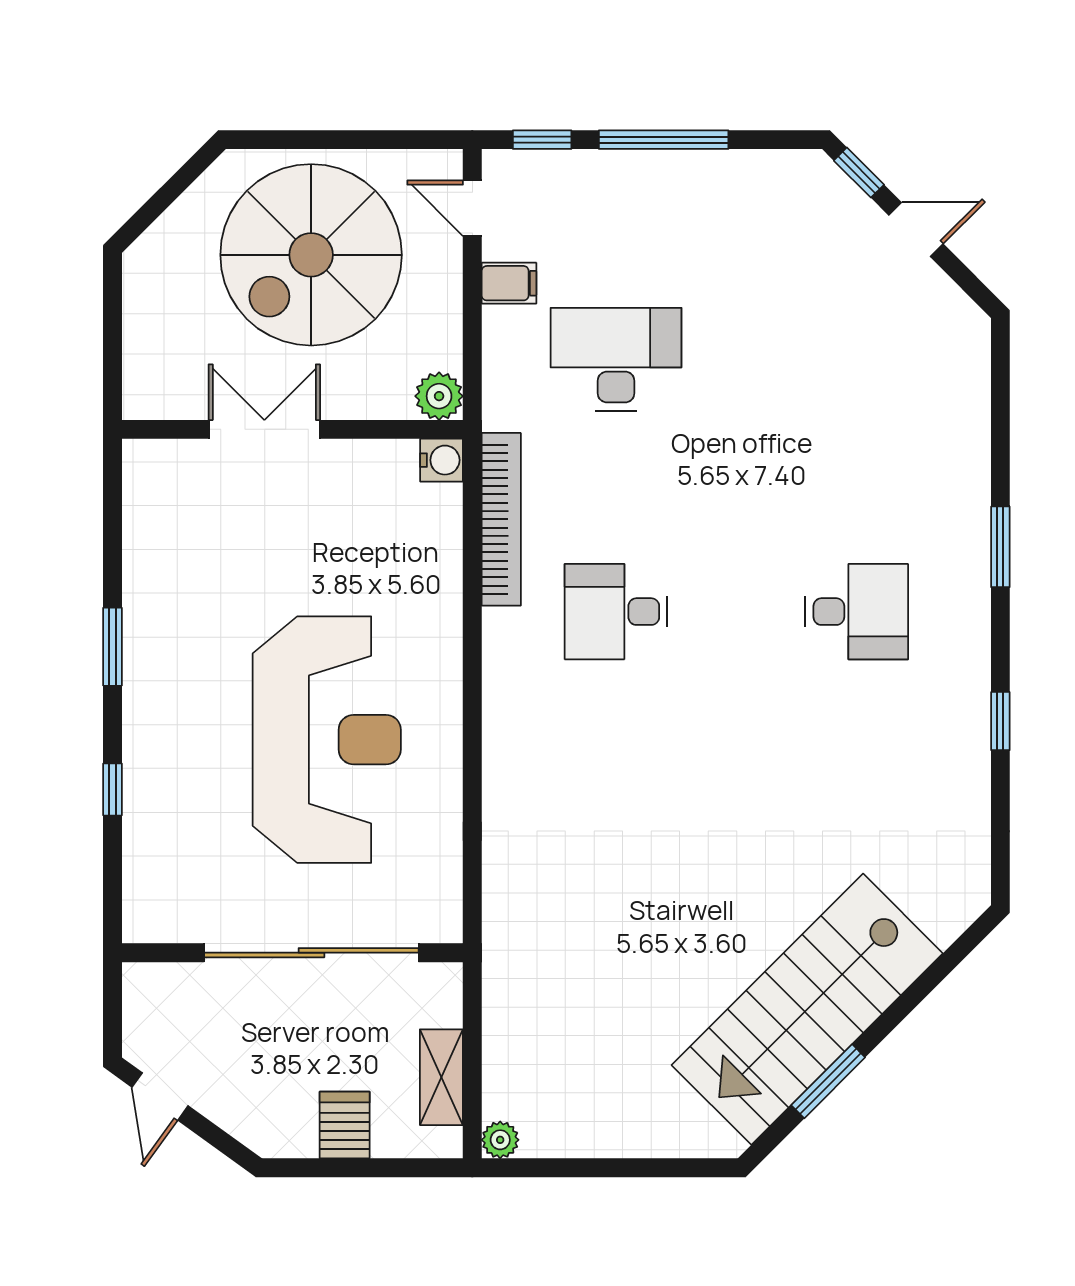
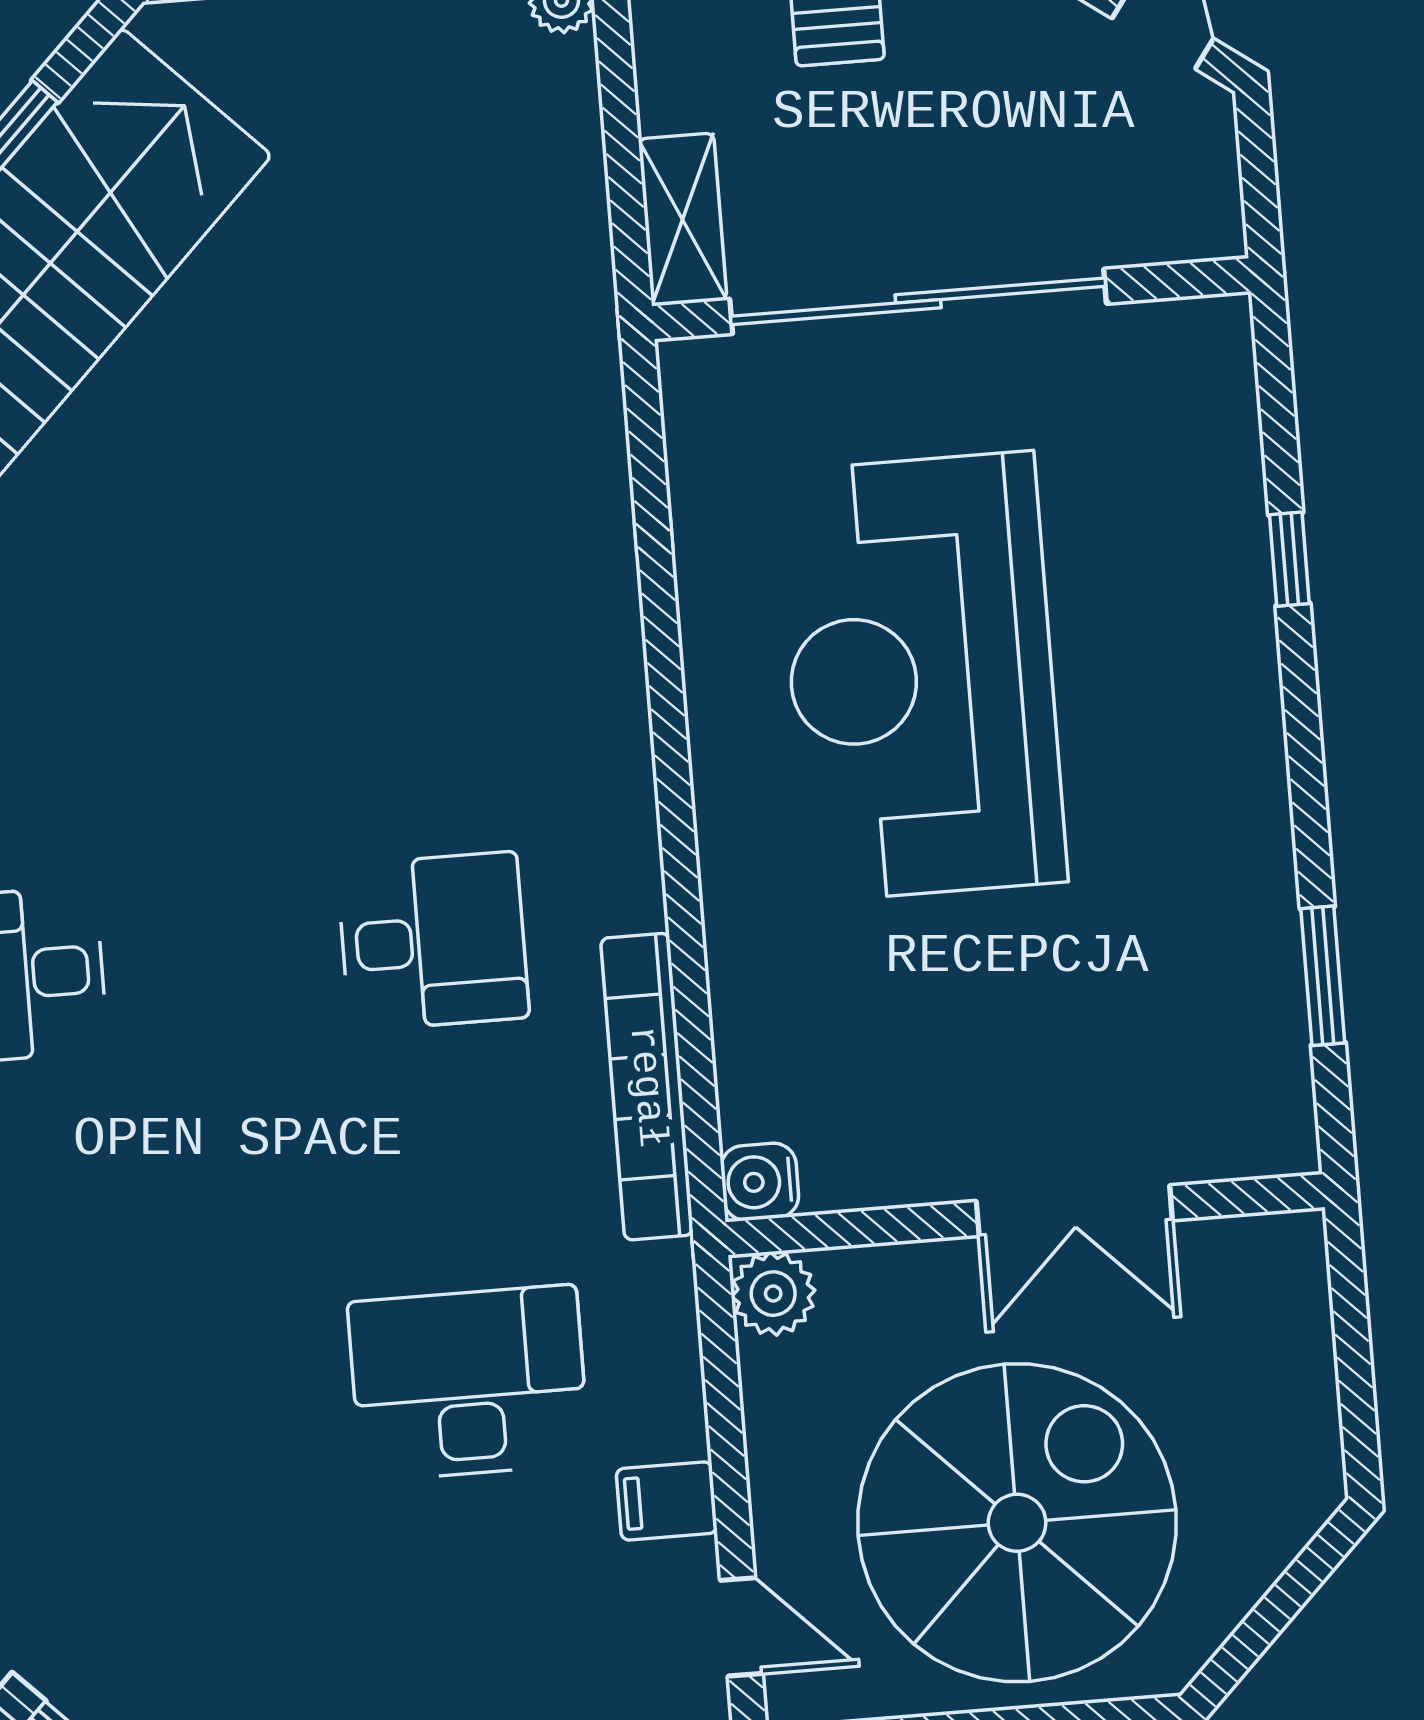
desk: (616, 359) -> (469, 1383), turned 180
window: (112, 647) -> (1323, 976), moved
shelving: (441, 1077) -> (683, 220), moved

